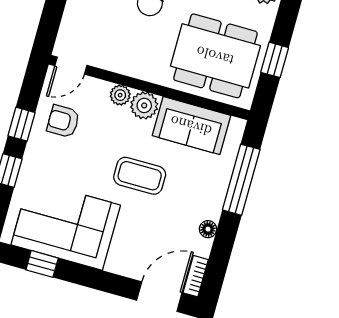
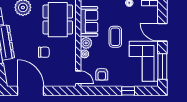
window: (21, 124) -> (108, 91), removed
window: (42, 264) -> (162, 67), width x2.17
door: (159, 297) -> (162, 32), moved

